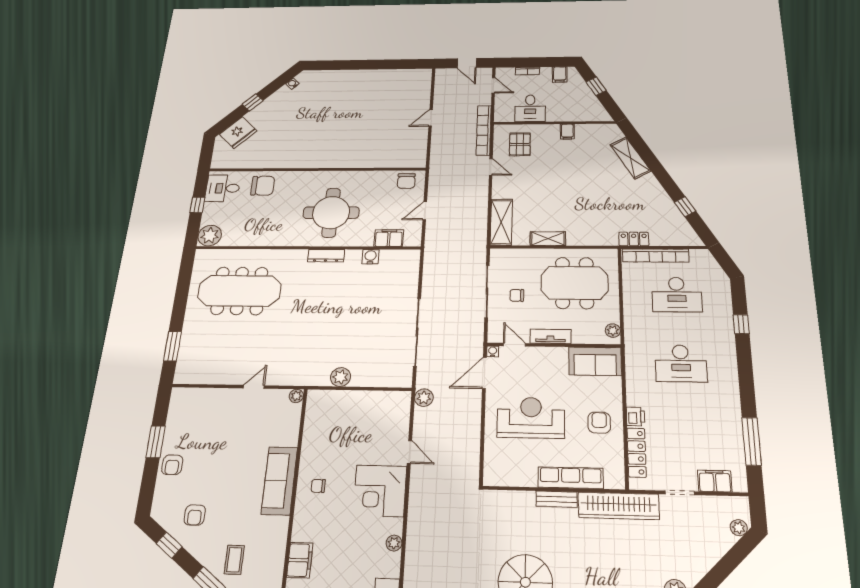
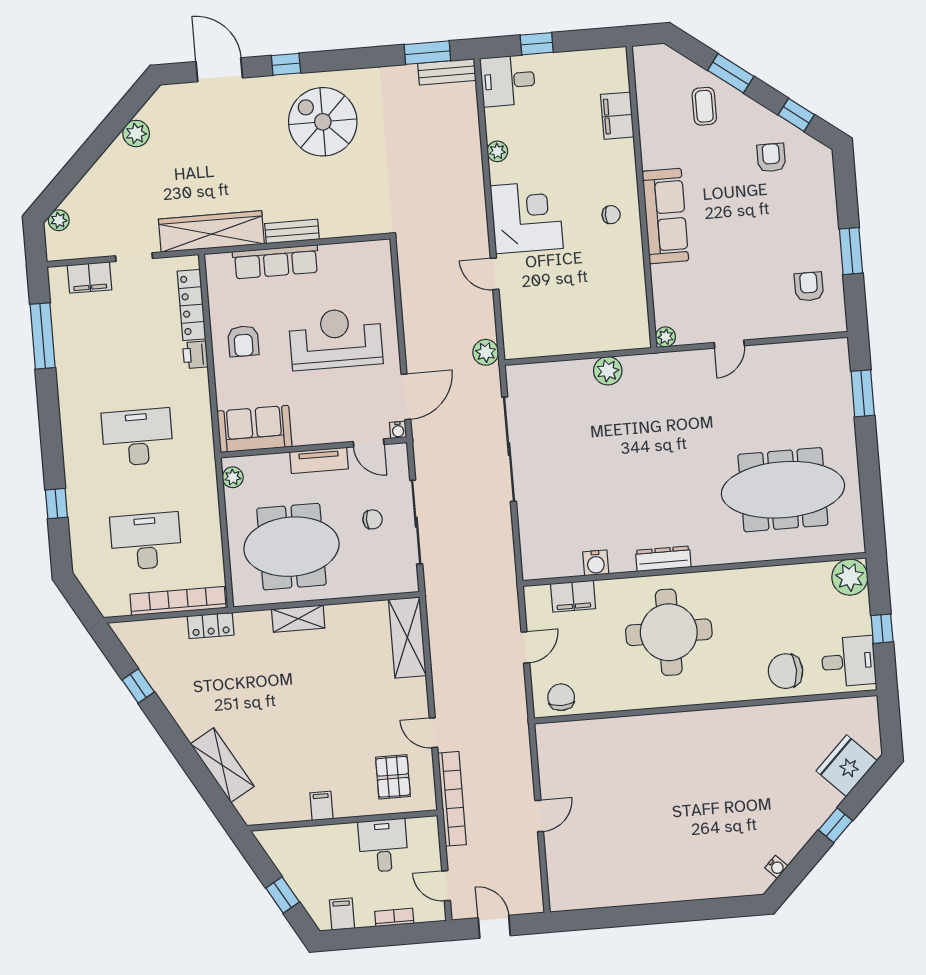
shelving: (548, 239) -> (298, 619), moved
reception desk: (531, 418) -> (336, 339), turned 180
armchair: (172, 465) -> (809, 286), moved

